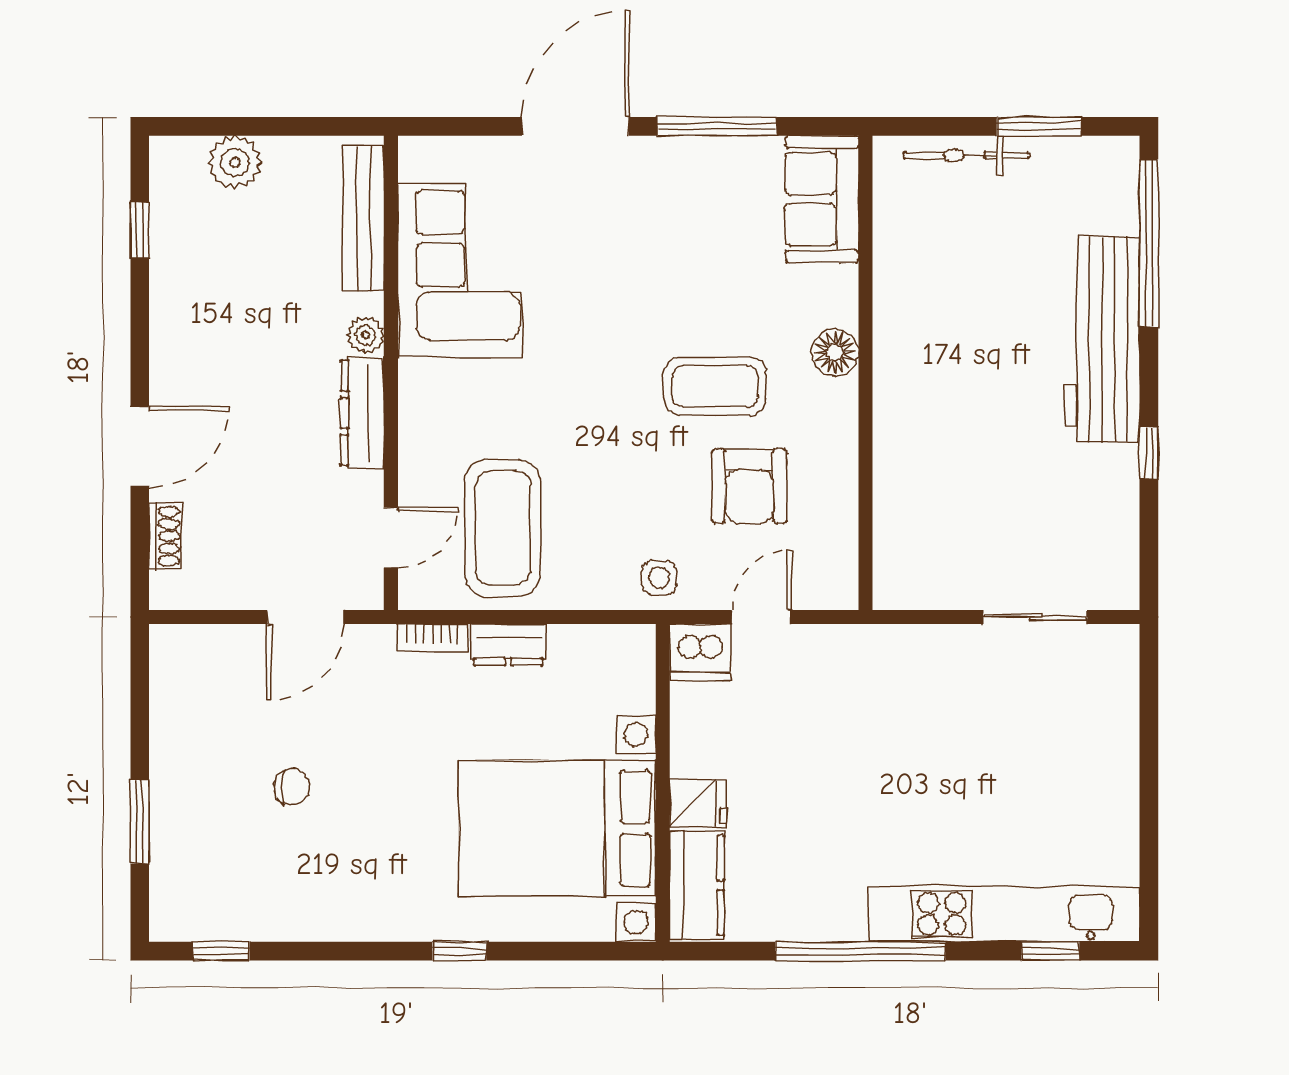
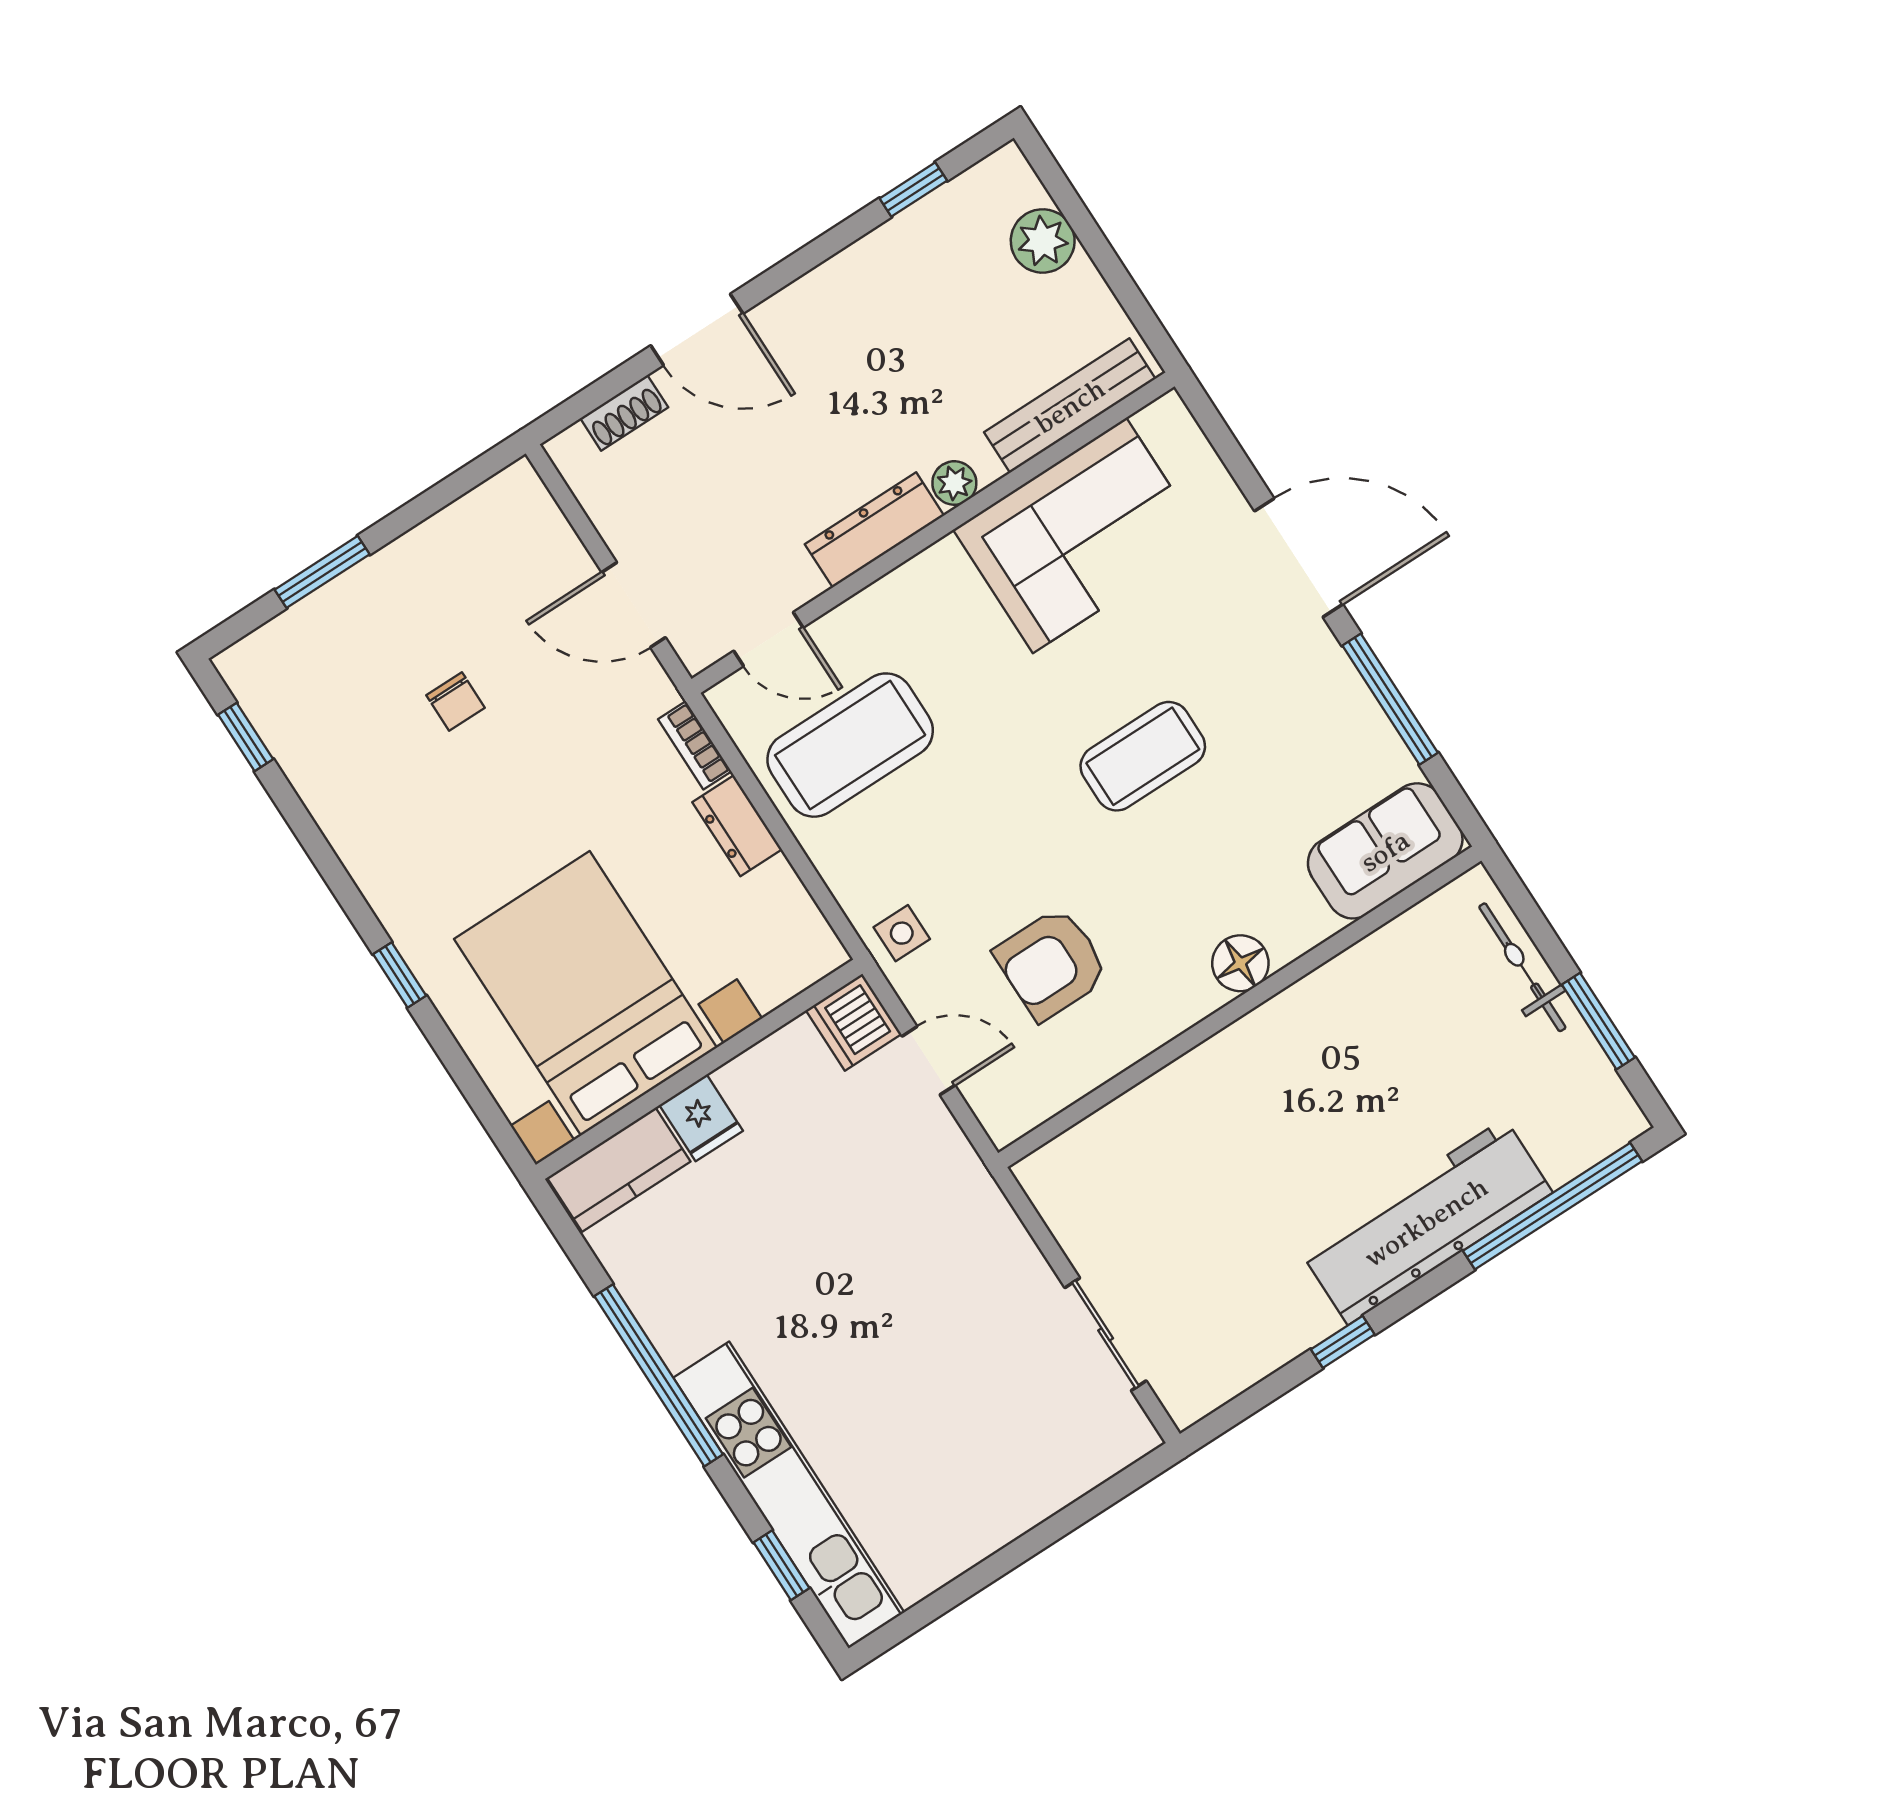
coffee table: (715, 386) -> (1143, 756), moved, turned 90

